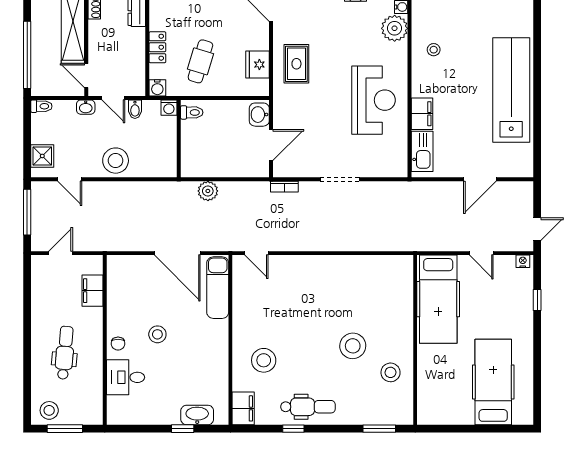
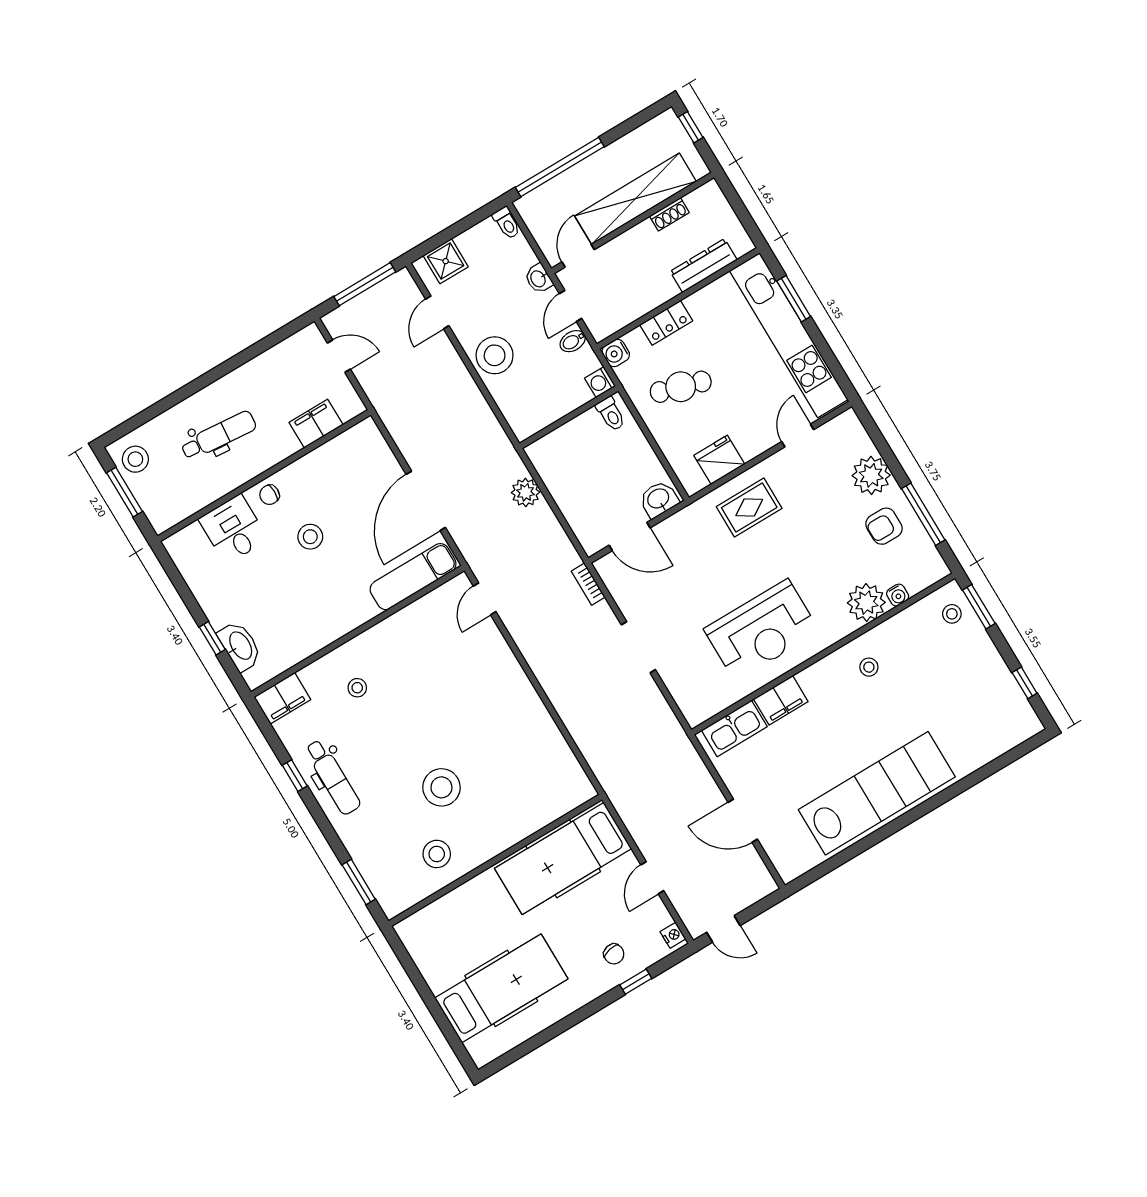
chair: (513, 303) -> (614, 954), added
stool: (264, 360) -> (357, 688), width x0.53, depth x0.53

